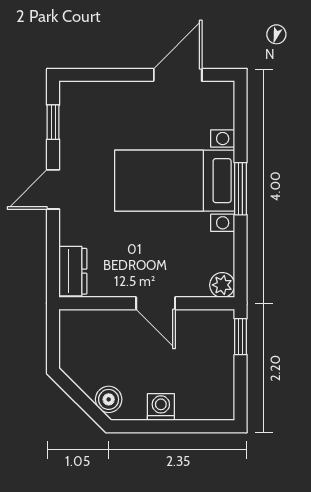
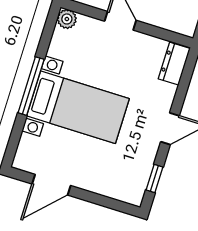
window: (241, 189) -> (31, 86), width x1.44

